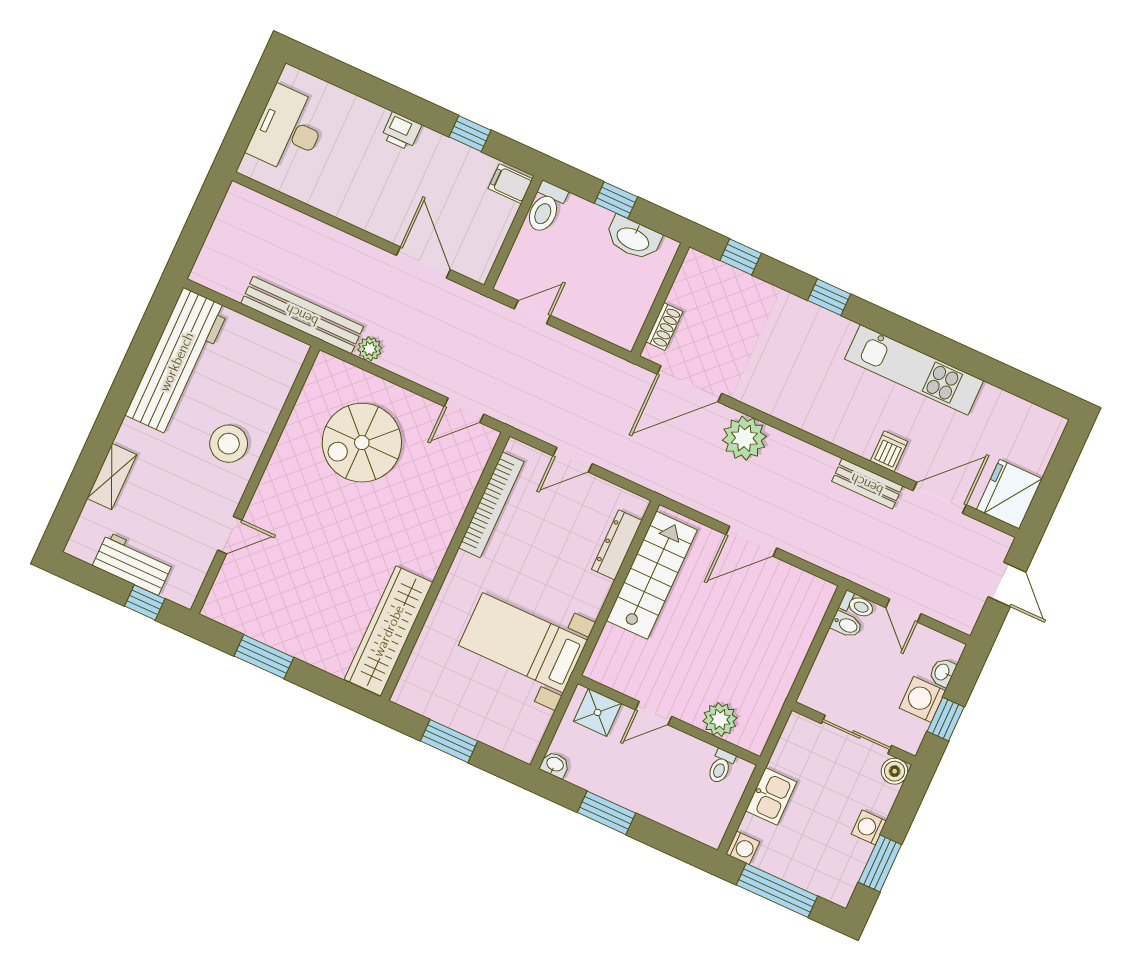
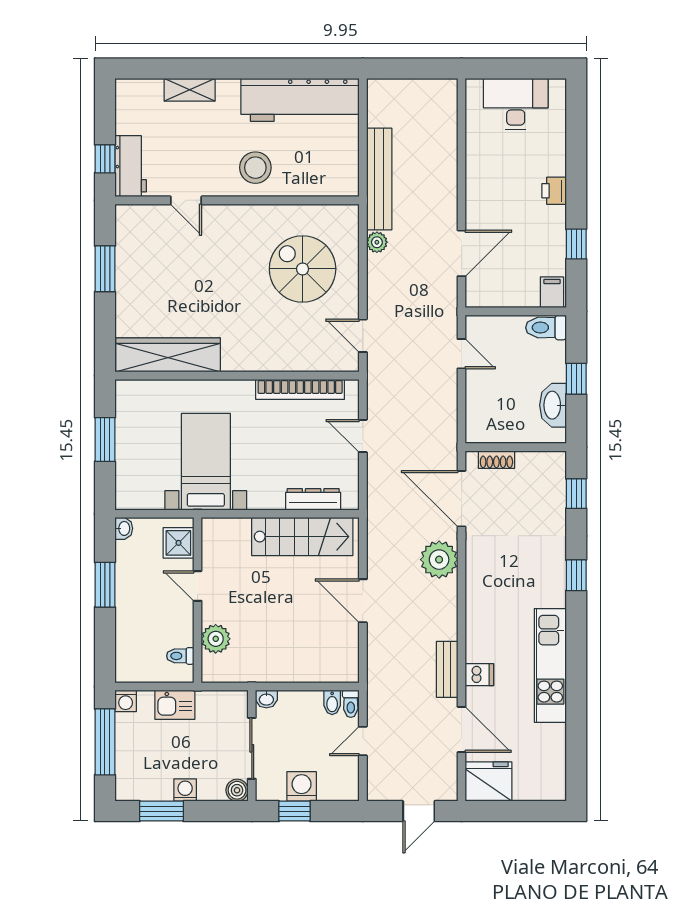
workbench: (133, 564) -> (131, 166), moved
washbasin: (942, 672) -> (266, 699), moved, turned 180

